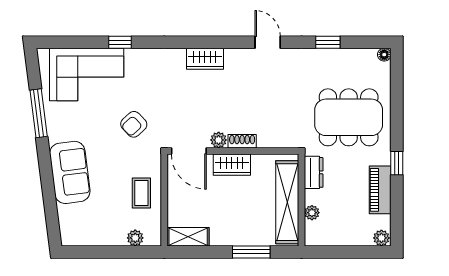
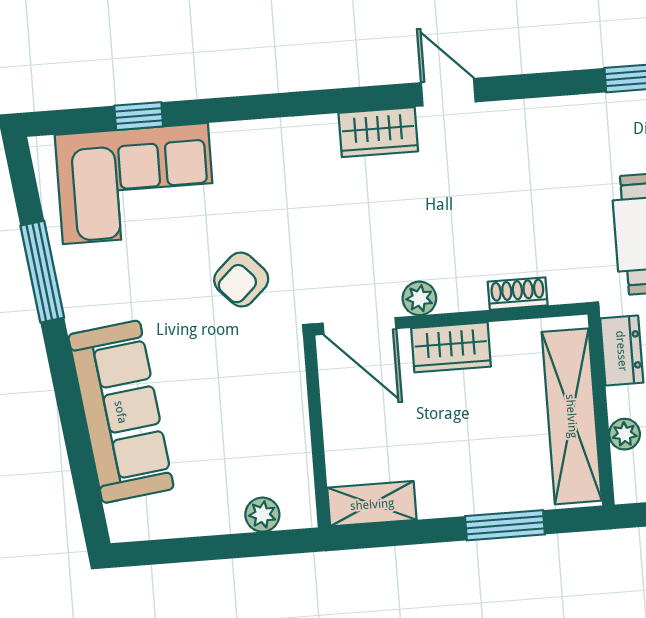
window: (120, 42) -> (139, 116), moved
door: (268, 42) -> (448, 92), moved
shoe rack: (242, 141) -> (518, 294), moved
sofa: (70, 172) -> (121, 412), width x1.36
coffee table: (141, 193) -> (268, 421), removed

